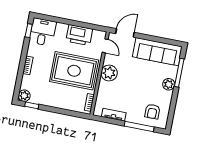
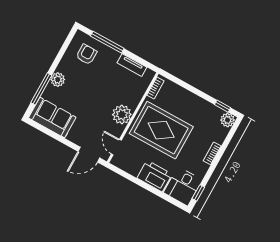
printer: (79, 35) -> (155, 176), moved
sofa: (157, 52) -> (52, 118), width x0.73

